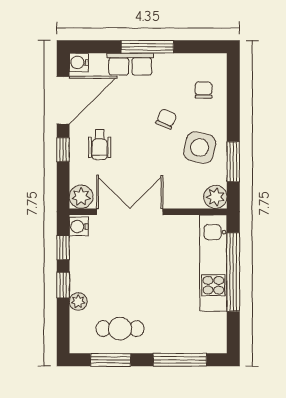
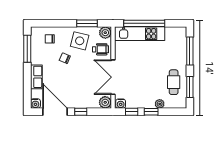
window: (147, 47) -> (27, 49), moved
wheelchair: (100, 145) -> (100, 49), moved

